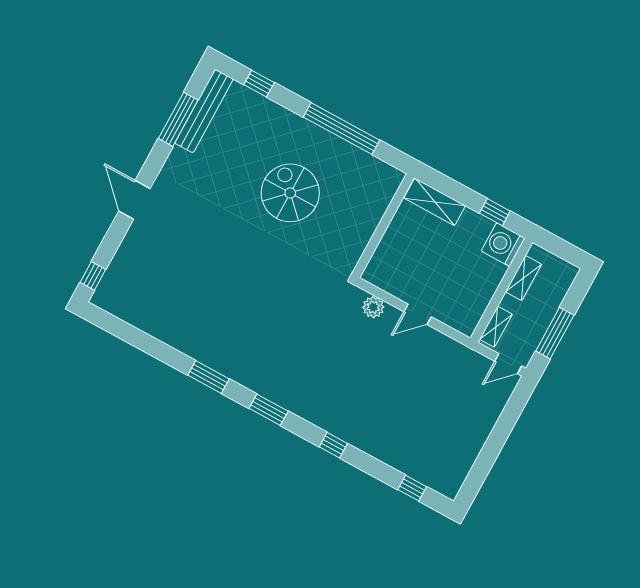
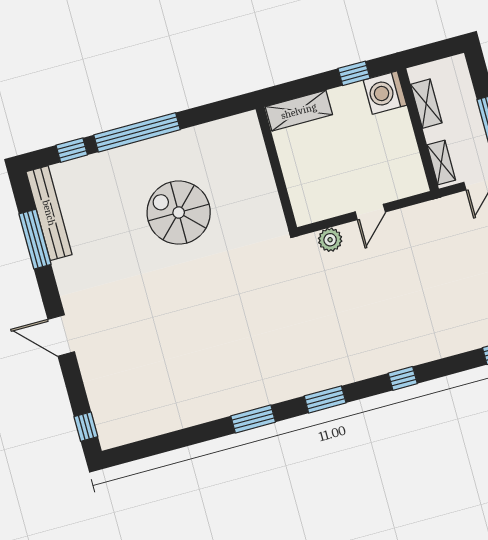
window: (341, 129) -> (137, 132), moved

